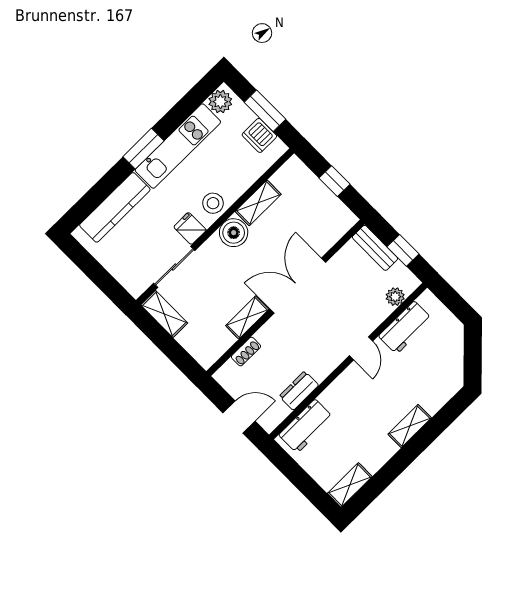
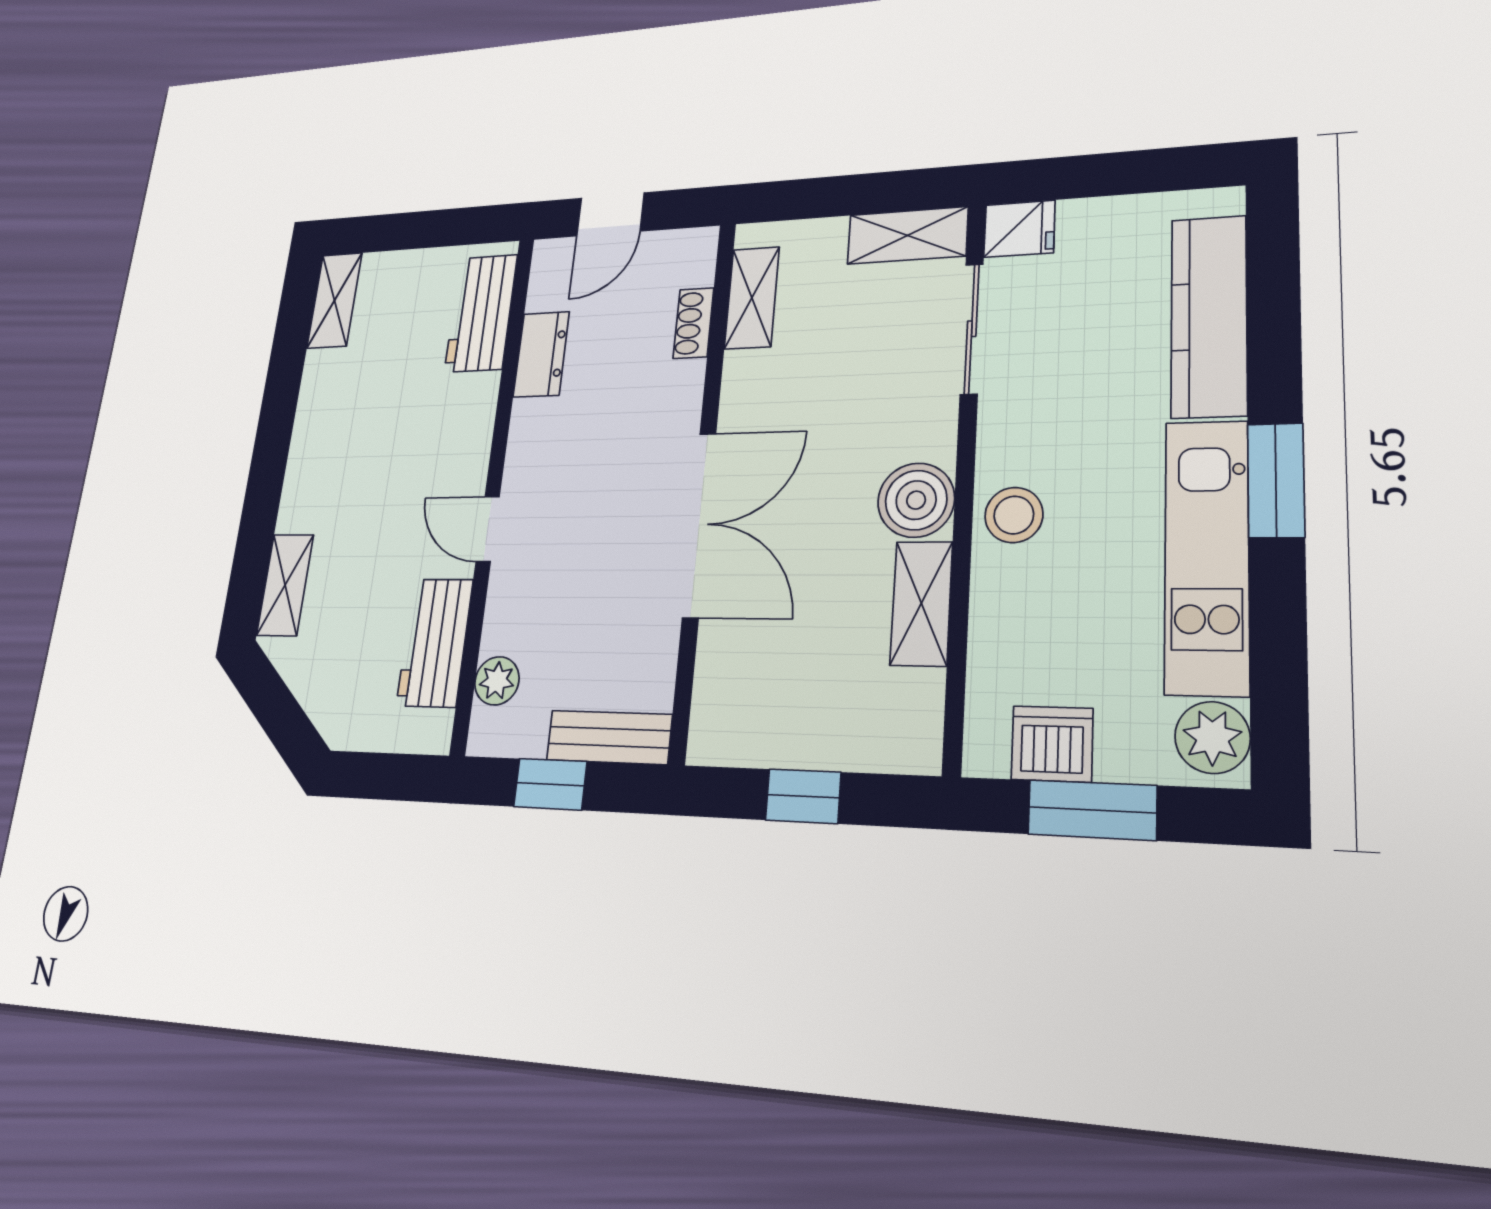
fridge: (190, 228) -> (1019, 229), moved
shelving: (247, 317) -> (752, 298), moved
shelving: (410, 426) -> (285, 585), moved

